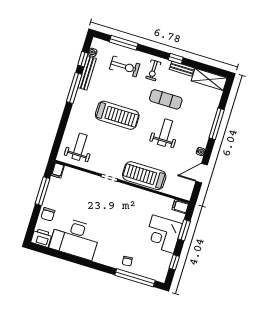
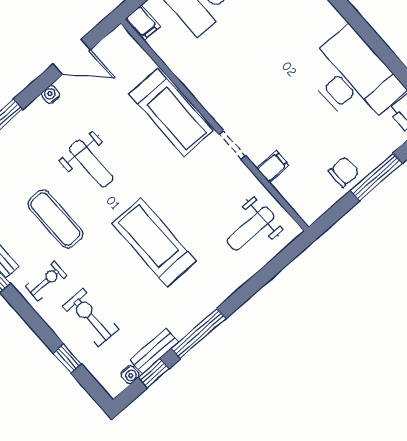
window: (124, 43) -> (67, 359), width x0.46
bench: (87, 73) -> (154, 351), width x0.73
weight bench: (165, 133) -> (91, 164), turned -90
filing cabinet: (58, 170) -> (273, 167), moved
window: (43, 191) -> (376, 177), moved
chair: (48, 214) -> (344, 172), moved

